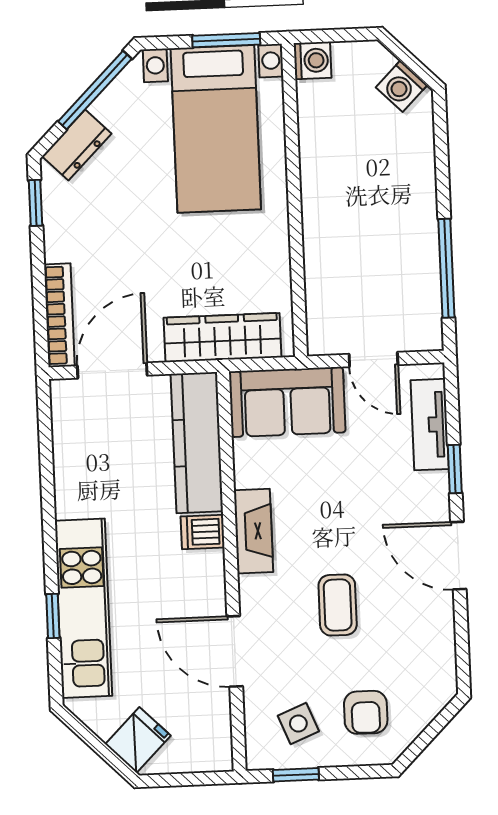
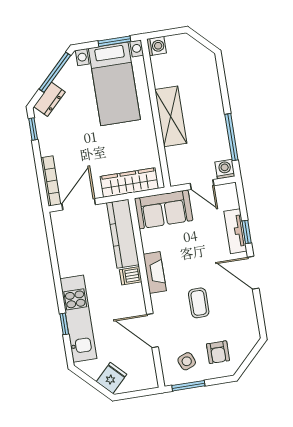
washing machine: (402, 86) -> (225, 169), moved, turned 135
shelving: (325, 210) -> (171, 116), added
tv unit: (430, 425) -> (235, 231), moved
window: (296, 775) -> (188, 386), width x1.50

